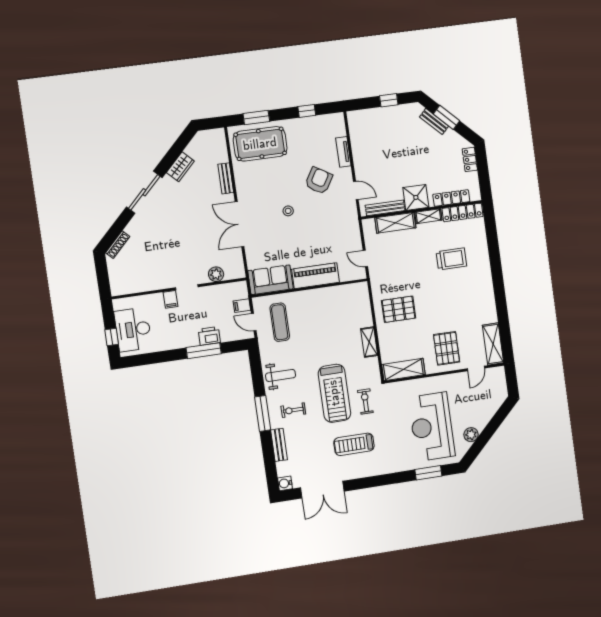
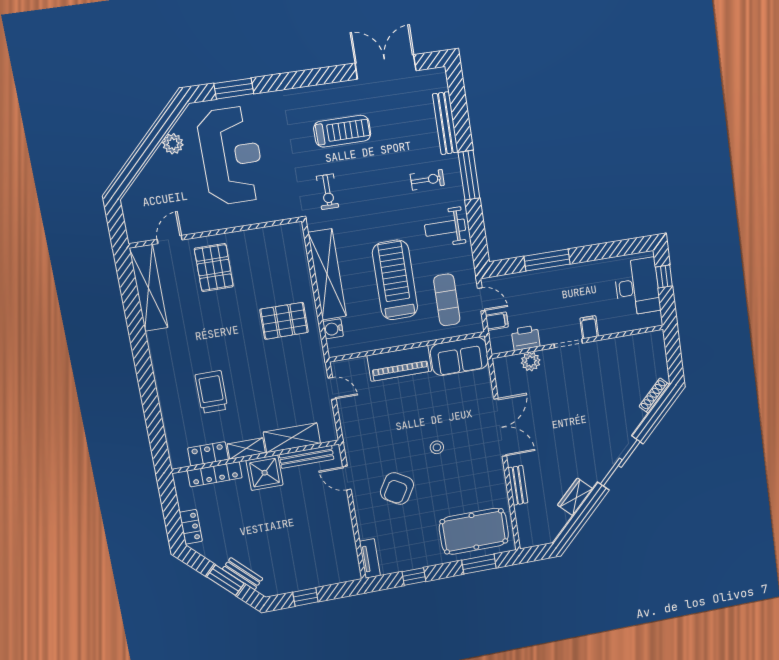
tv unit: (343, 152) -> (370, 558), moved
locker: (463, 212) -> (208, 454), width x0.66
trolley: (451, 259) -> (212, 392), turned 90
printer: (209, 336) -> (526, 338), moved, turned 180
shelving: (369, 342) -> (327, 274), width x2.20, depth x1.33
shelving: (493, 344) -> (149, 288), width x1.47
shelving: (403, 370) -> (275, 237), removed
treadmill: (334, 393) -> (395, 280), moved
bench: (279, 445) -> (445, 123), width x1.36
water cooler: (285, 483) -> (333, 329), moved, turned 180

